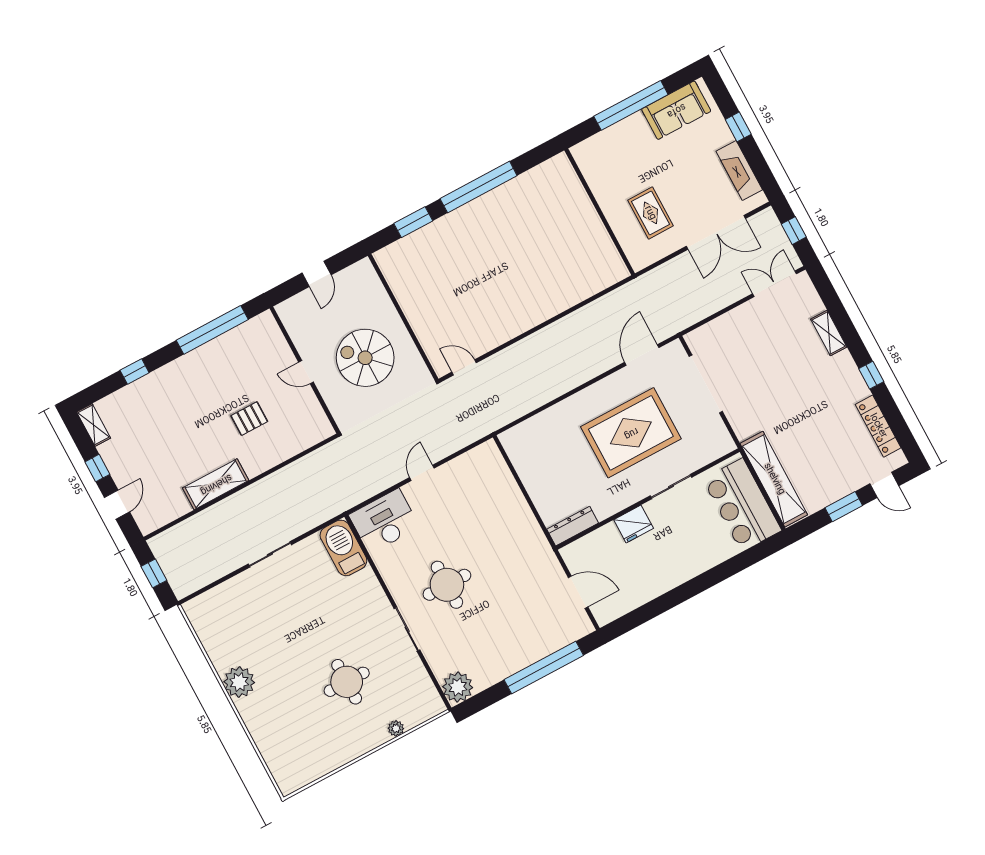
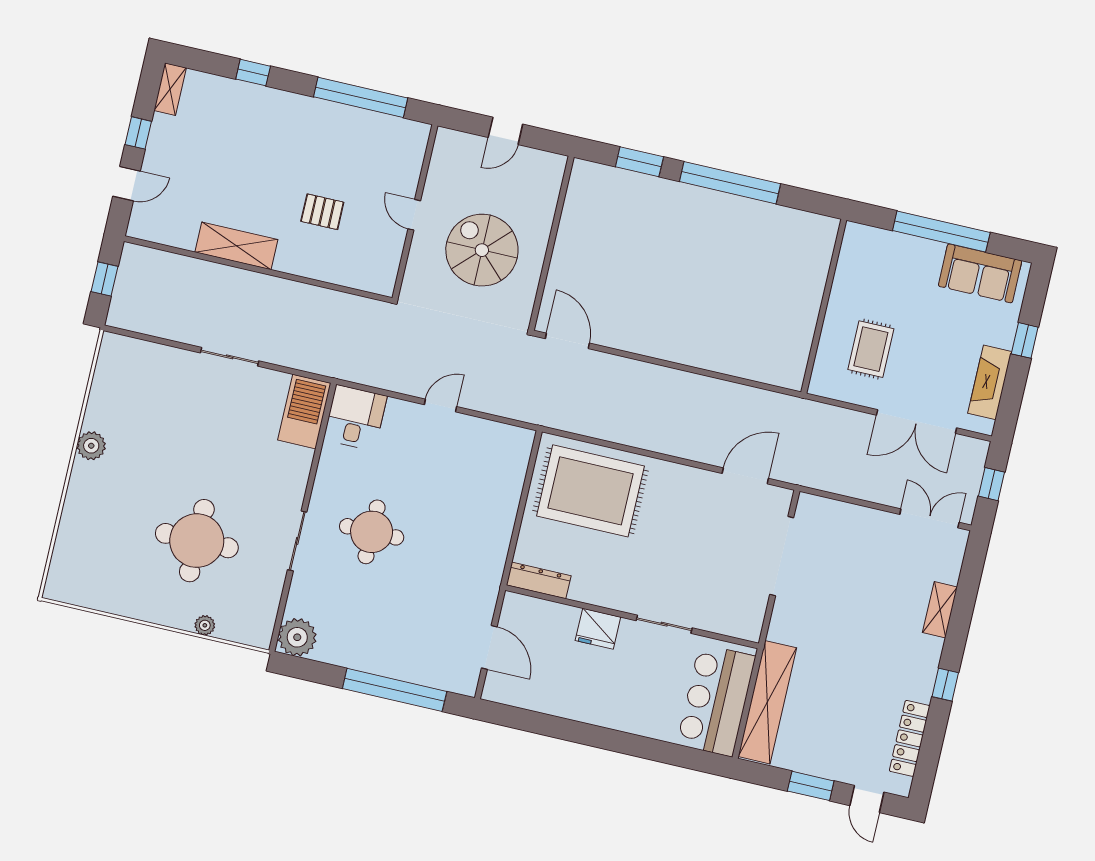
door: (464, 367) -> (567, 341), width x1.38
rug: (631, 433) -> (590, 491), moved
desk: (384, 521) -> (355, 418), width x0.73
plant: (239, 682) -> (91, 446), width x0.73, depth x0.73
round table: (347, 682) -> (197, 541), width x1.36, depth x1.36

